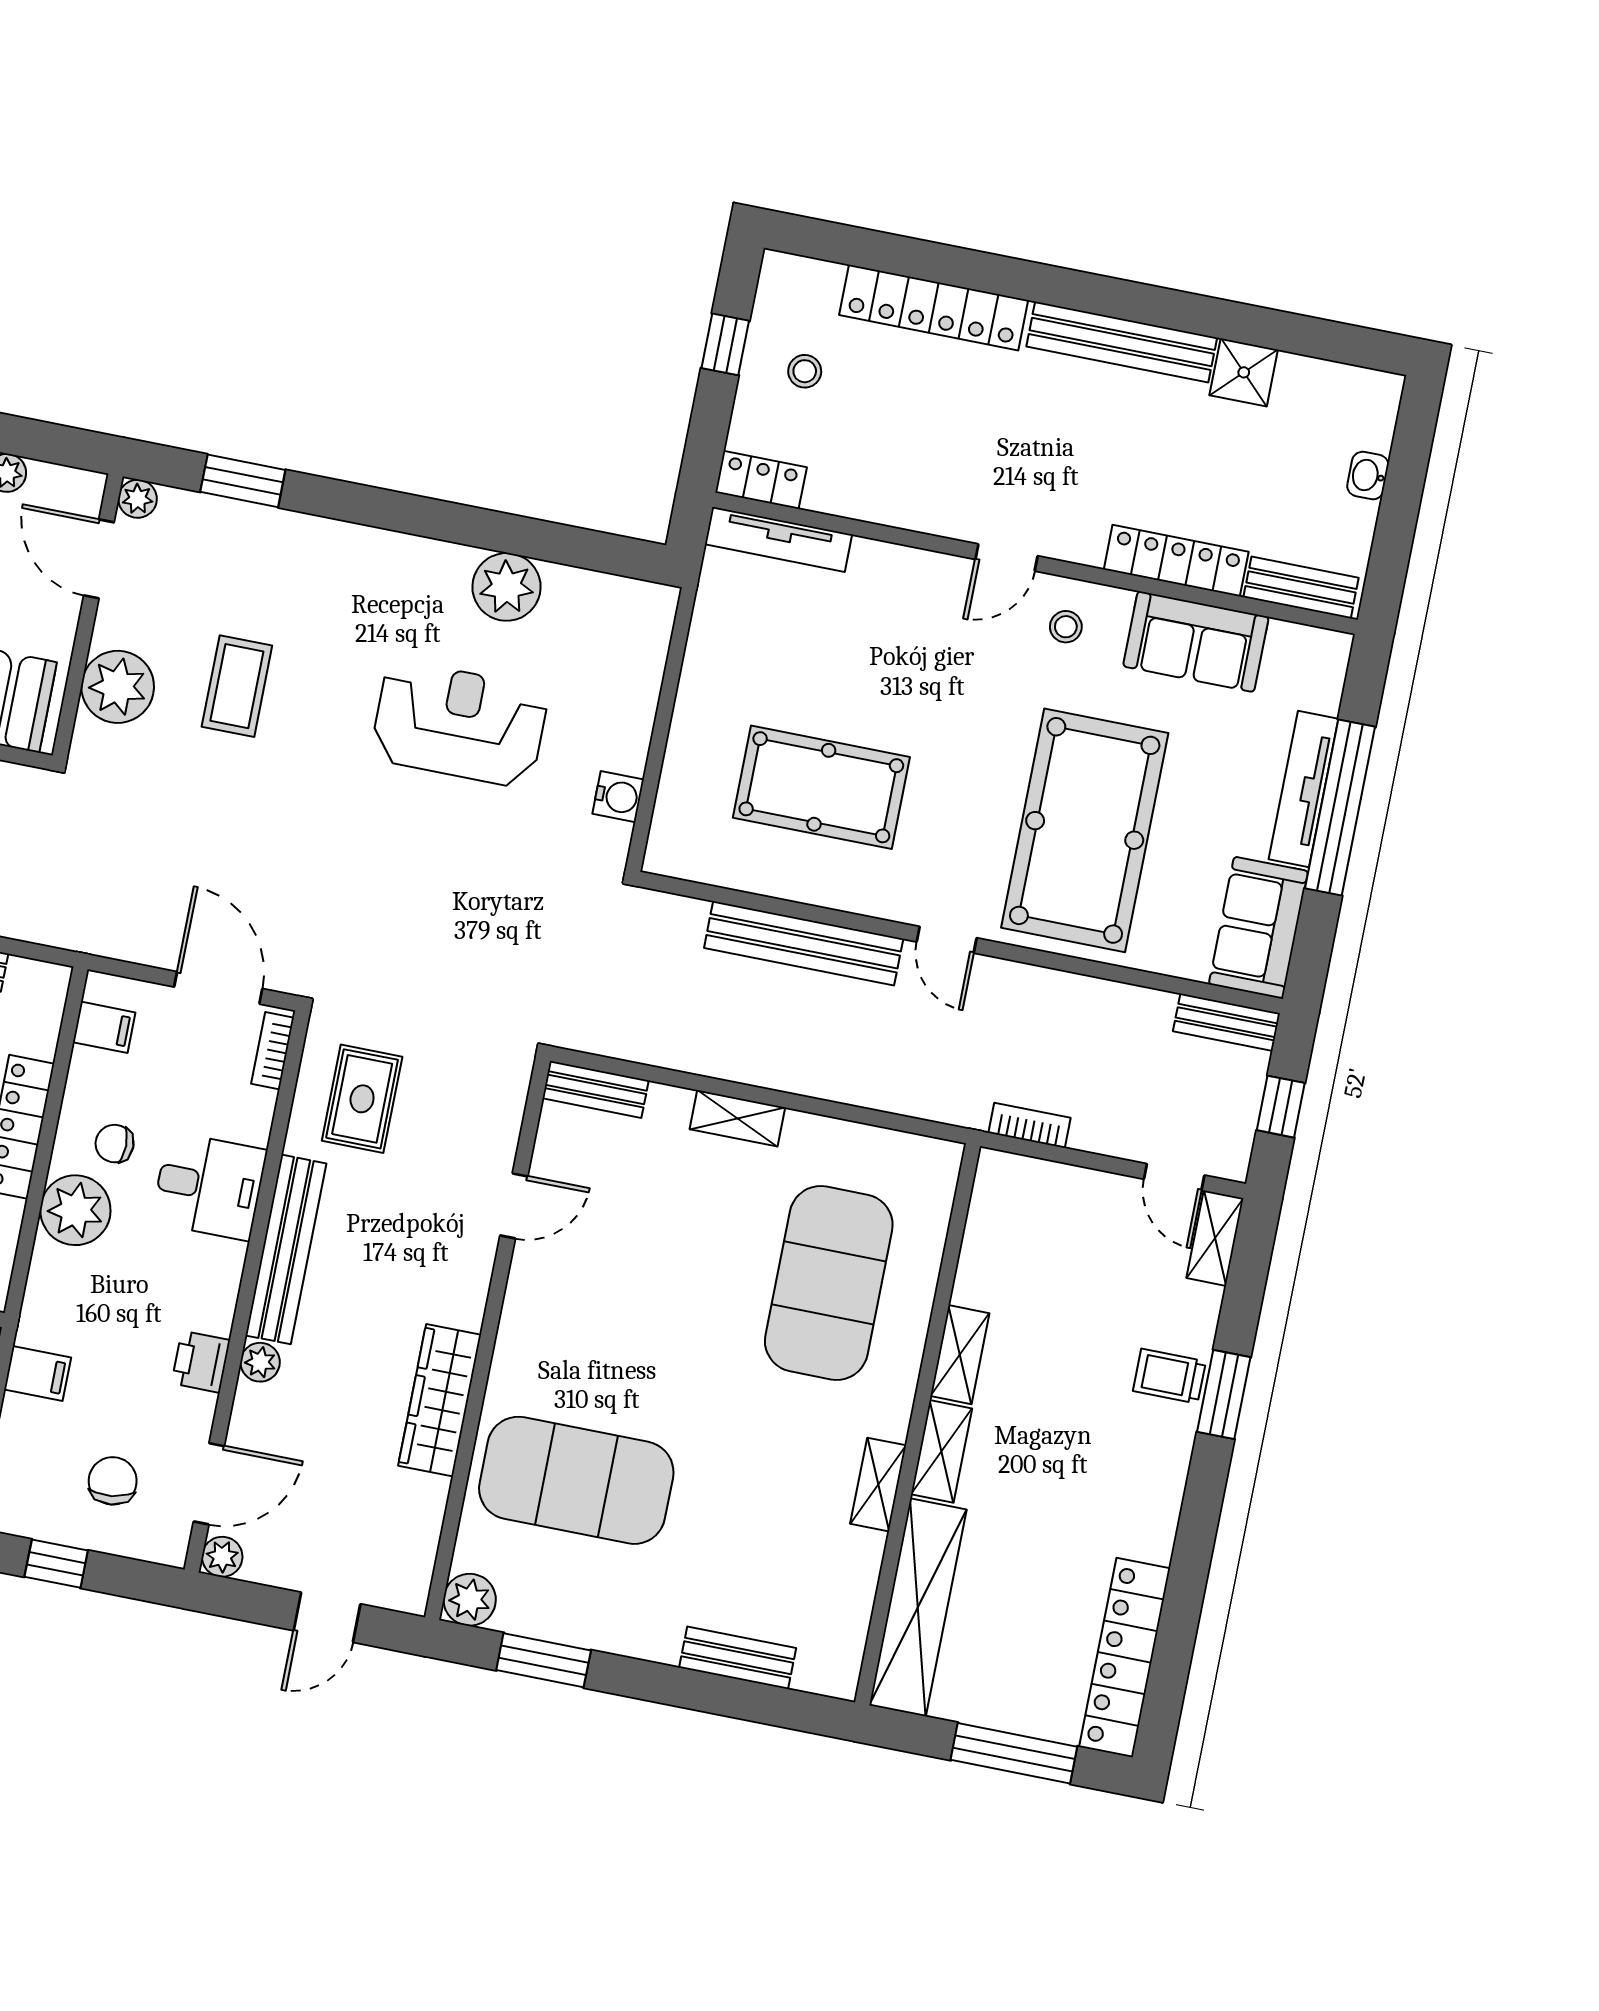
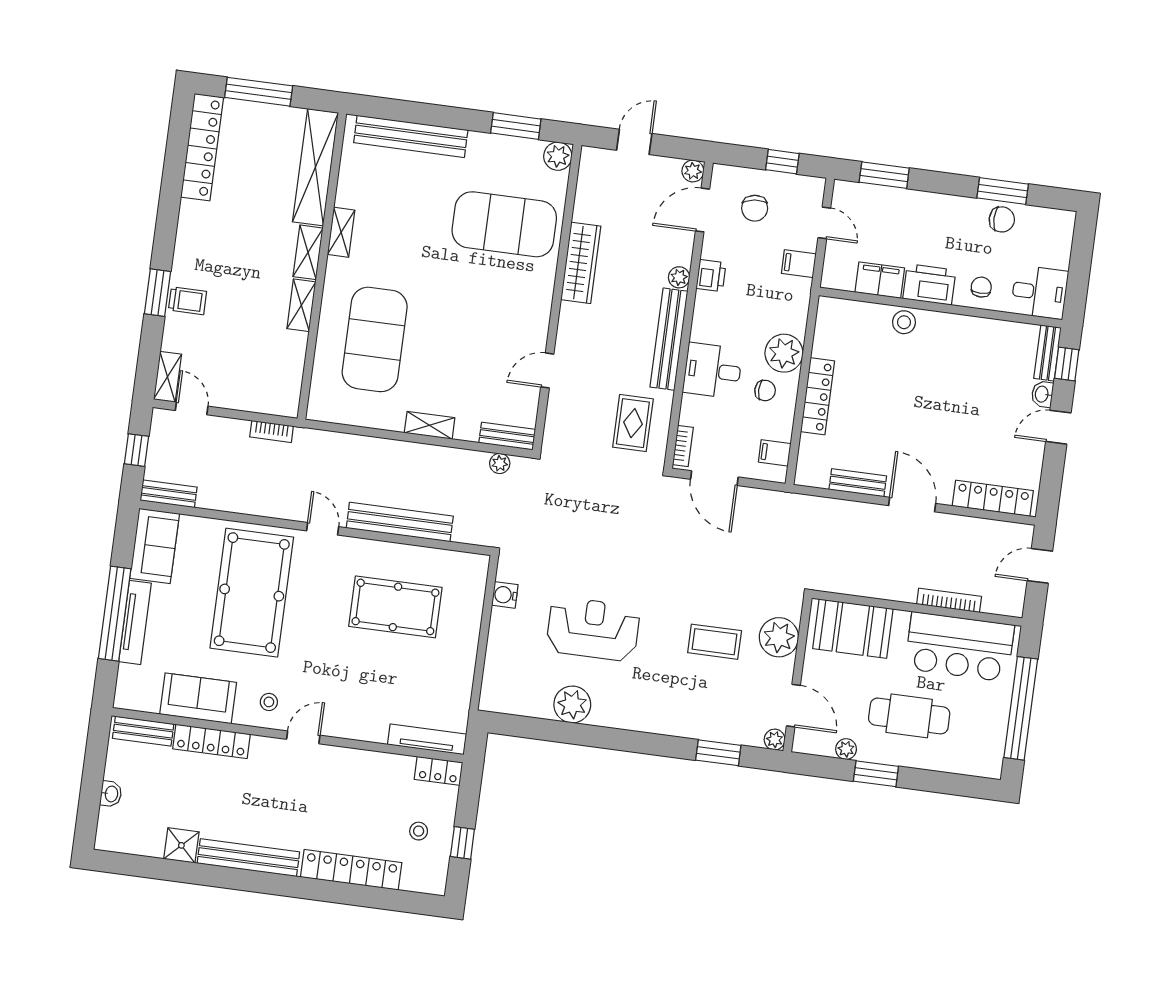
coffee table: (237, 686) -> (715, 642), turned 90
reception desk: (460, 724) -> (593, 629), turned 180
plant: (612, 1040) -> (500, 463), added
bench: (738, 1658) -> (411, 136), width x1.86, depth x1.21

